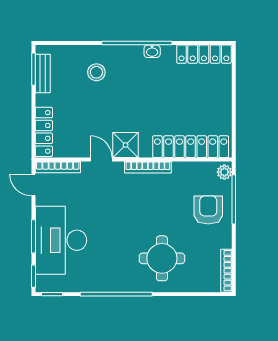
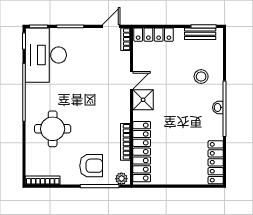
washbasin: (152, 51) -> (218, 108), moved
bookcase: (58, 167) -> (125, 39), width x0.64
bookcase: (148, 167) -> (125, 142), moved
desk: (61, 240) -> (46, 55), moved, turned -90

